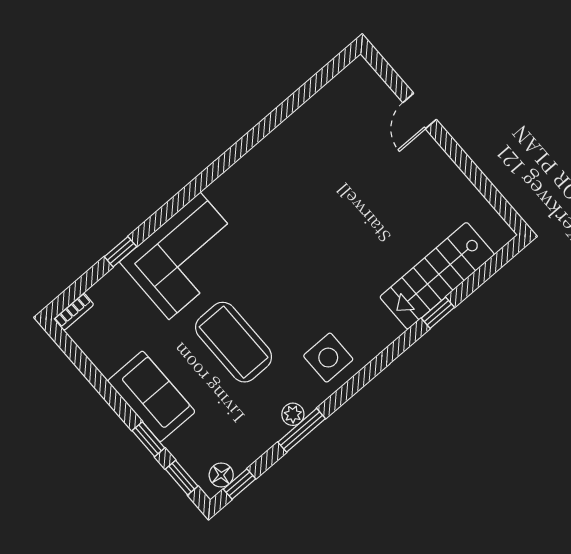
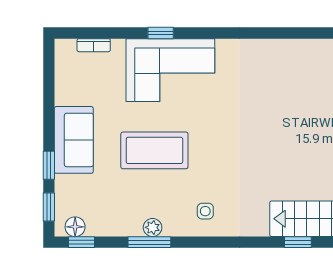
window: (121, 252) -> (161, 33), moved
bookcase: (74, 312) -> (94, 45), moved
coffee table: (234, 342) -> (154, 150), turned 90
side table: (328, 358) -> (205, 211), width x0.54, depth x0.54

